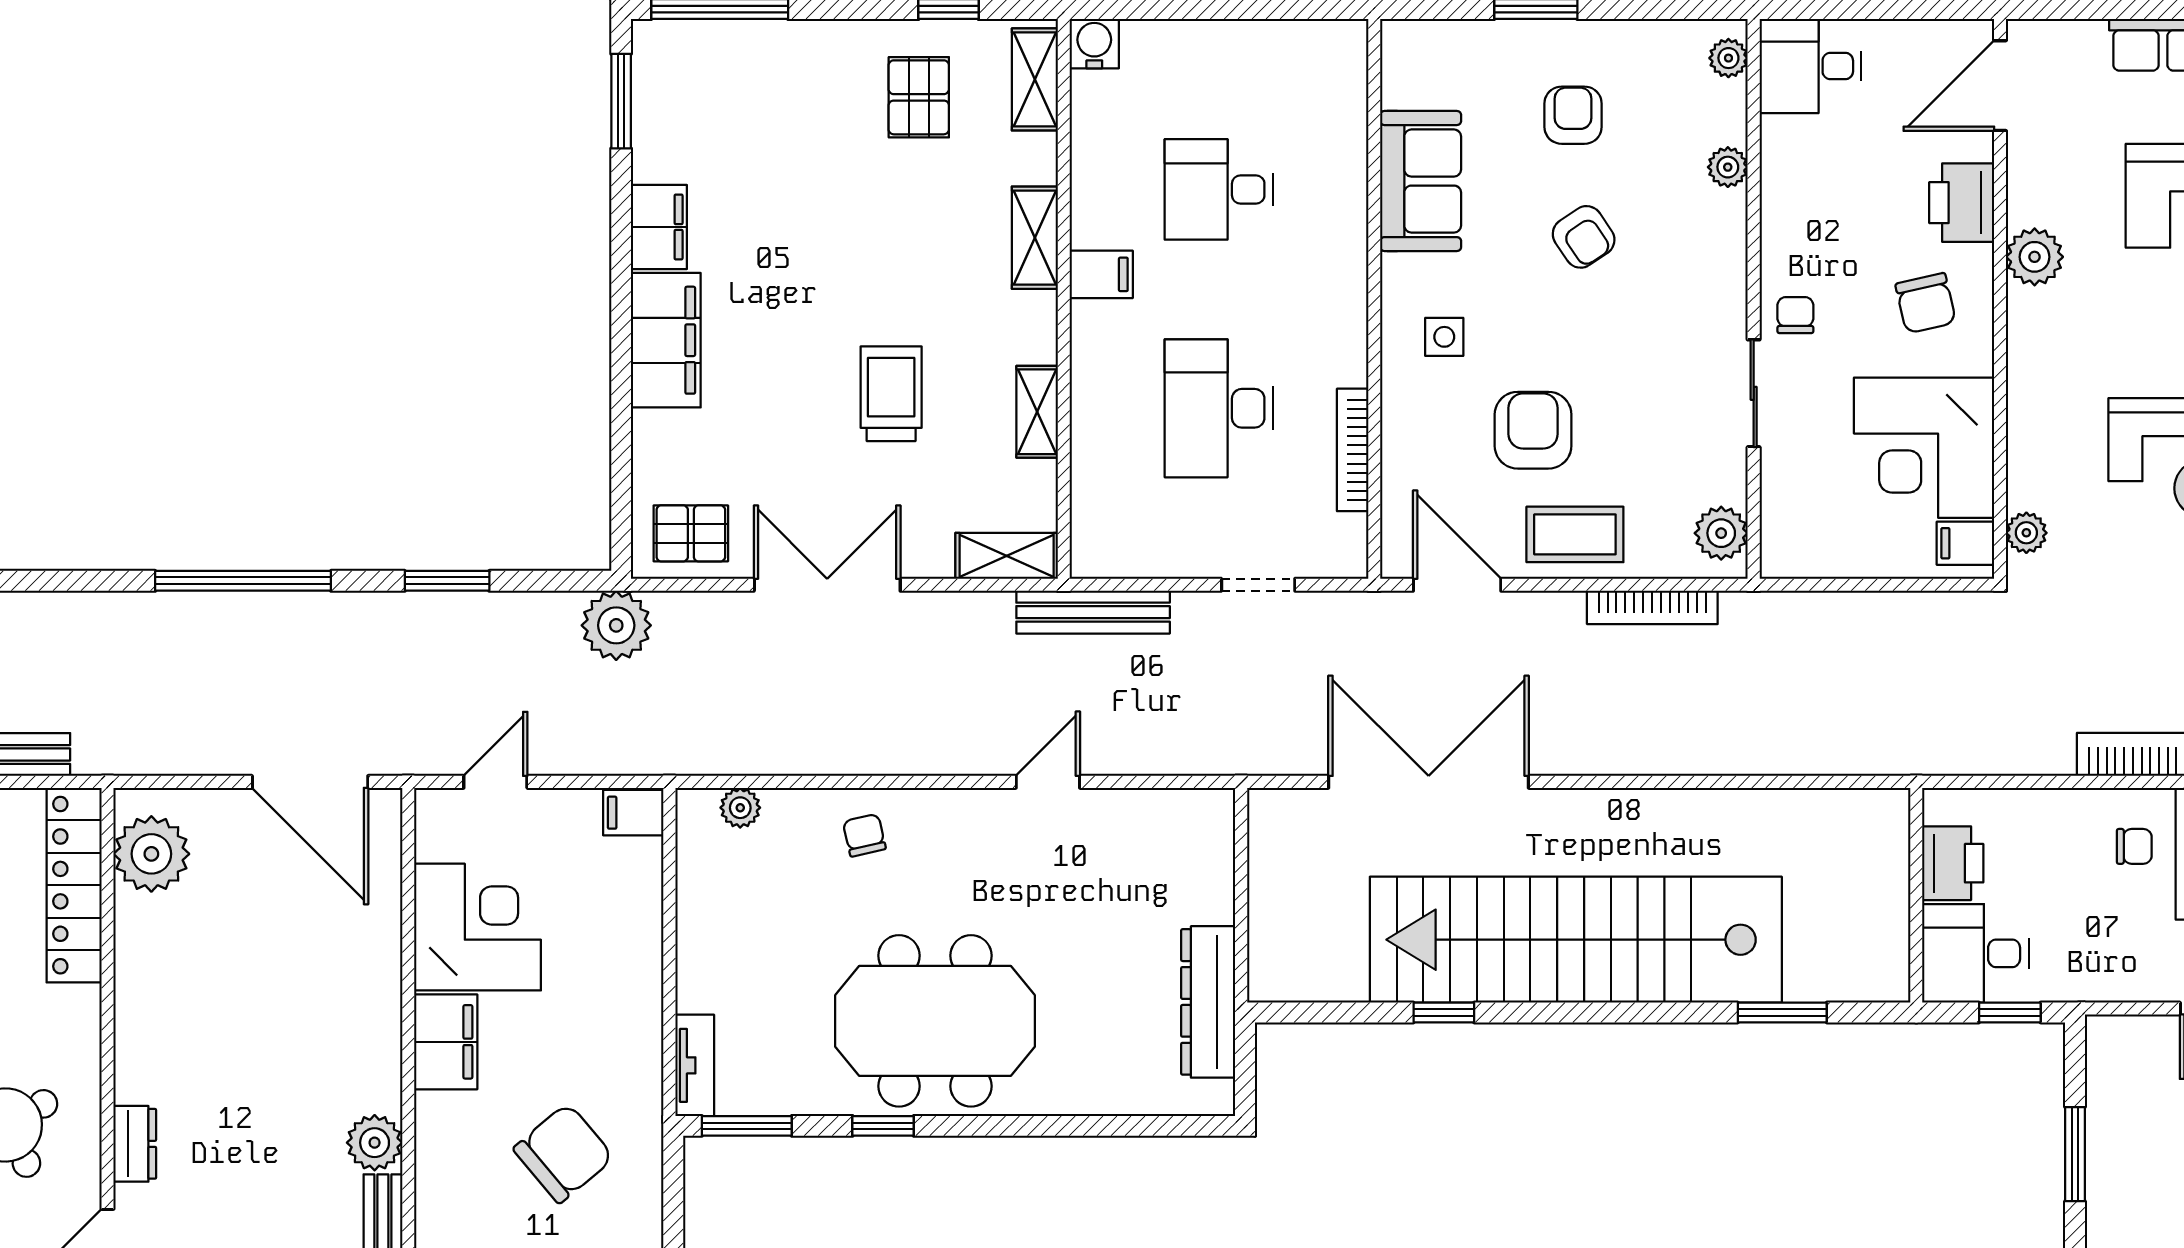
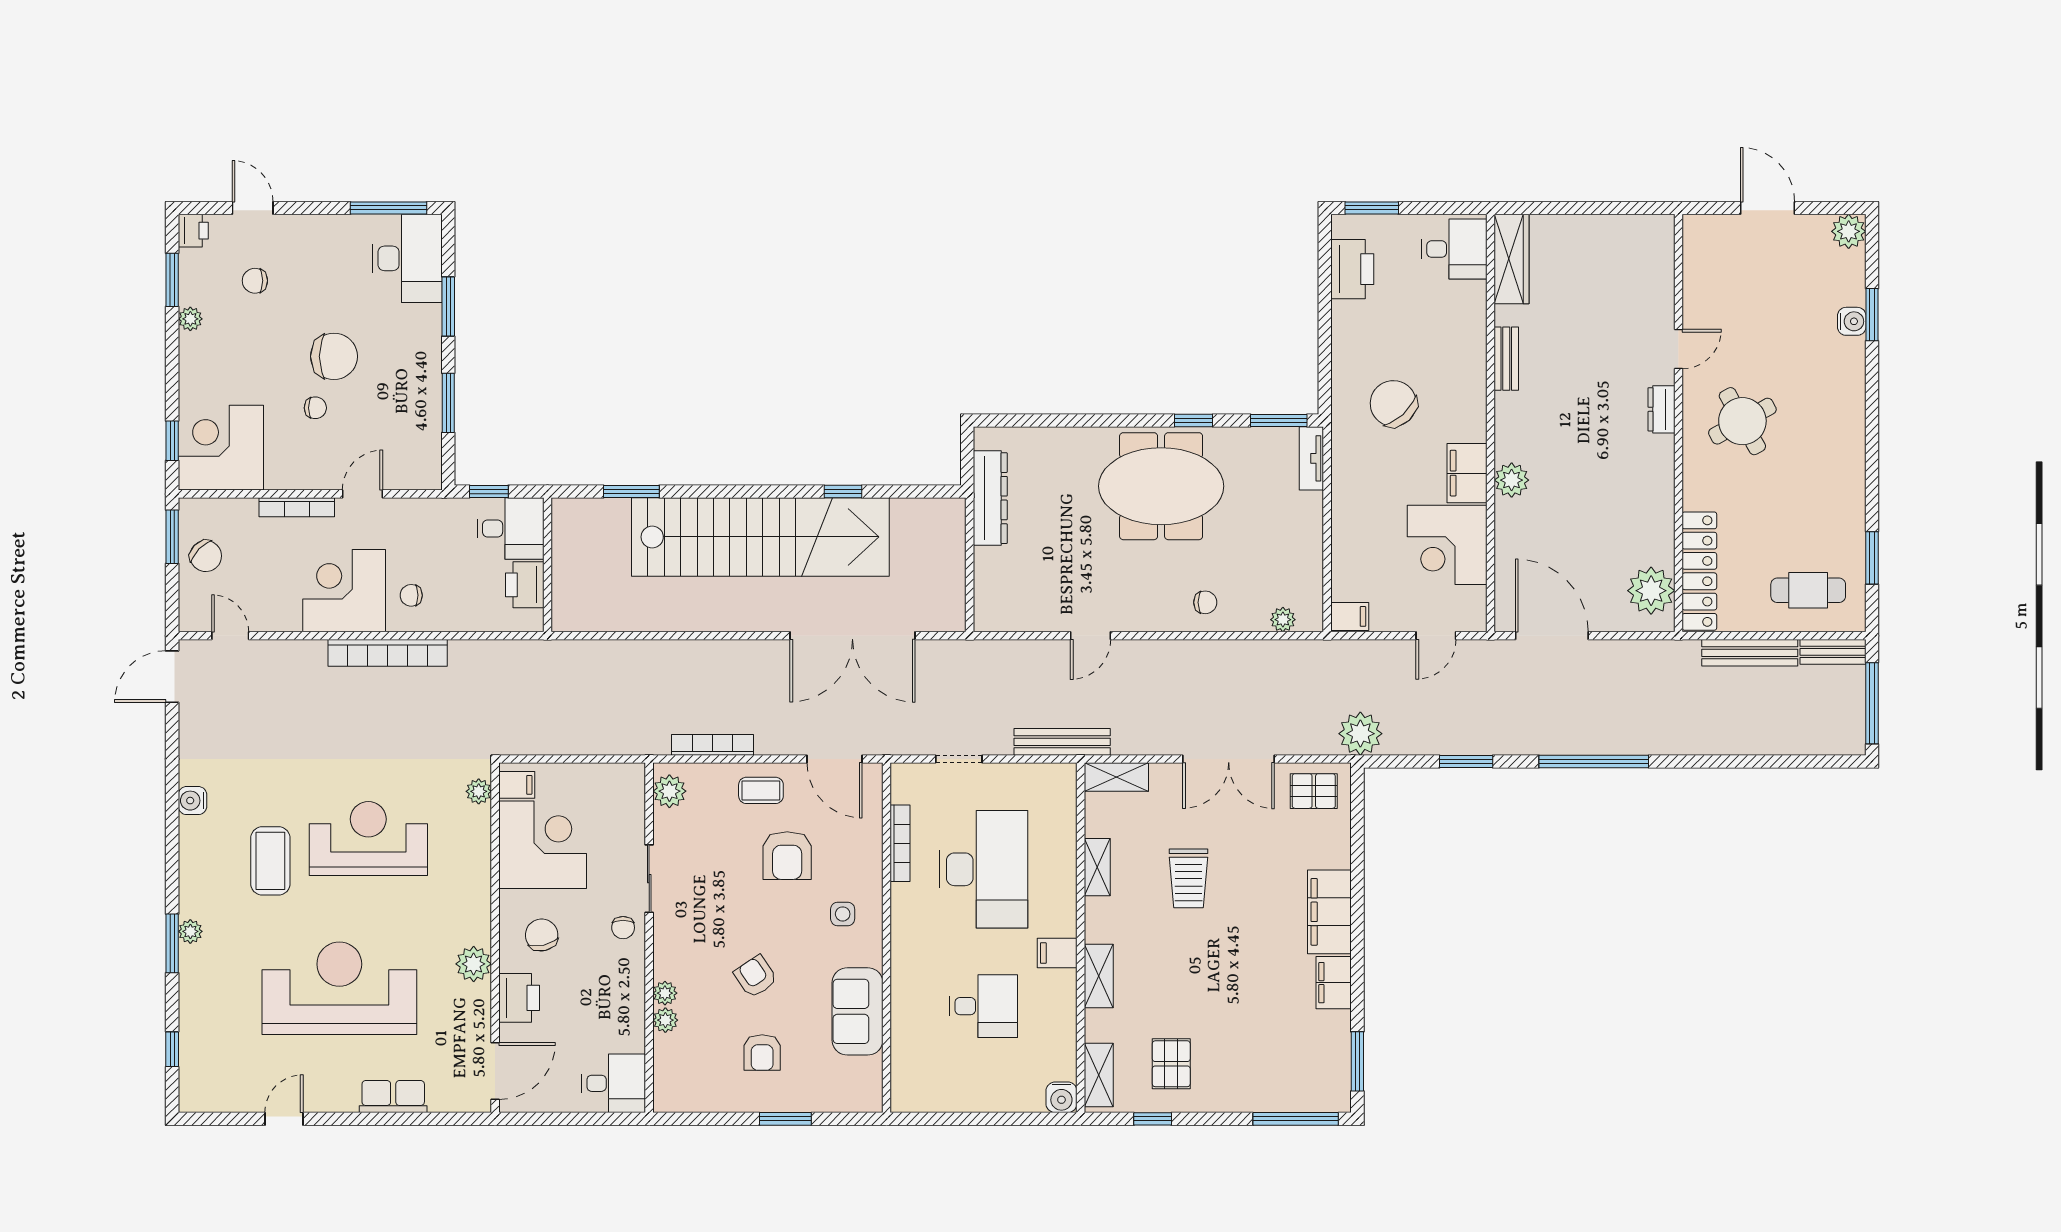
plant: (1728, 58) -> (665, 993), moved
desk: (1219, 408) -> (984, 869), width x1.36, depth x1.30
coffee table: (1575, 534) -> (761, 790), width x0.73, depth x0.77
chair: (864, 835) -> (1205, 602), turned -77
plant: (375, 1143) -> (1512, 480), moved
chair: (564, 1153) -> (1393, 403), turned 87

